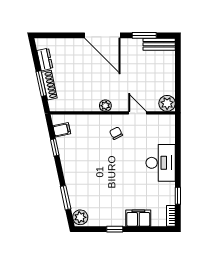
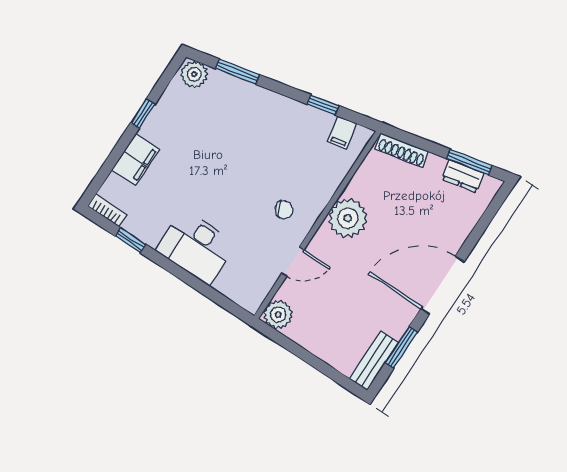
window: (41, 84) -> (469, 162), moved
shoe rack: (49, 85) -> (402, 150), moved
plant: (105, 106) -> (348, 218), width x1.87, depth x1.87

